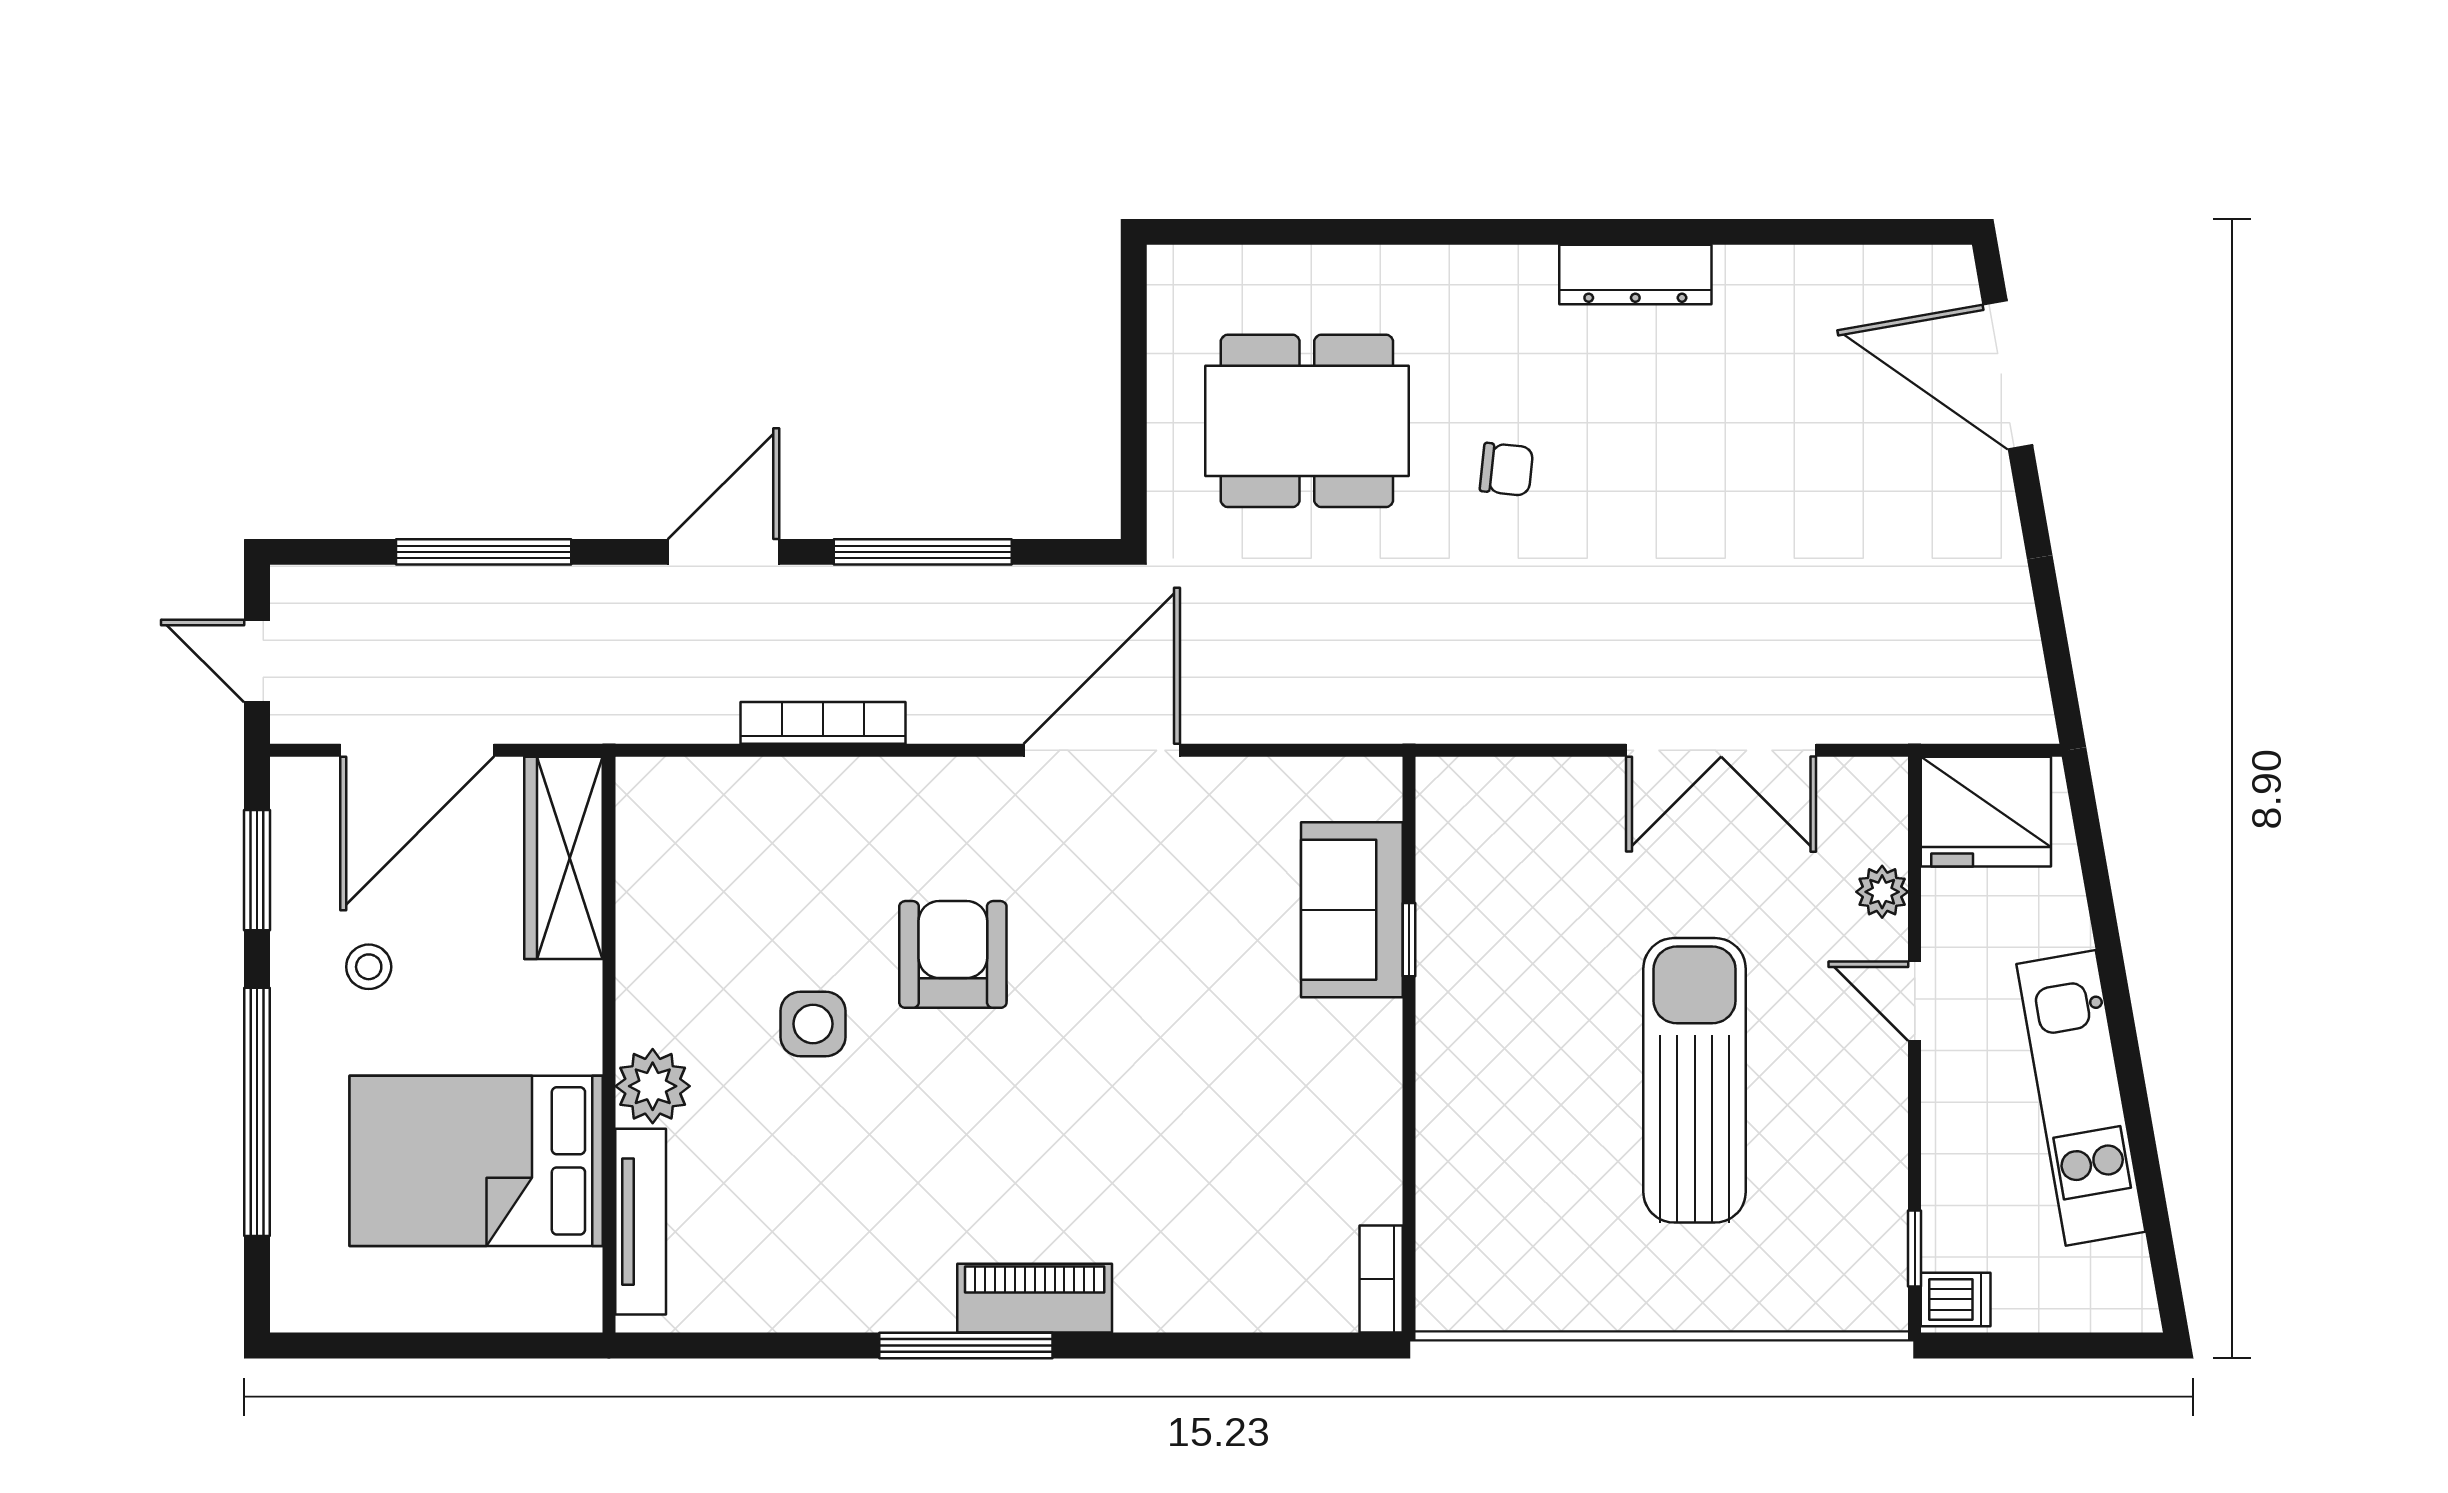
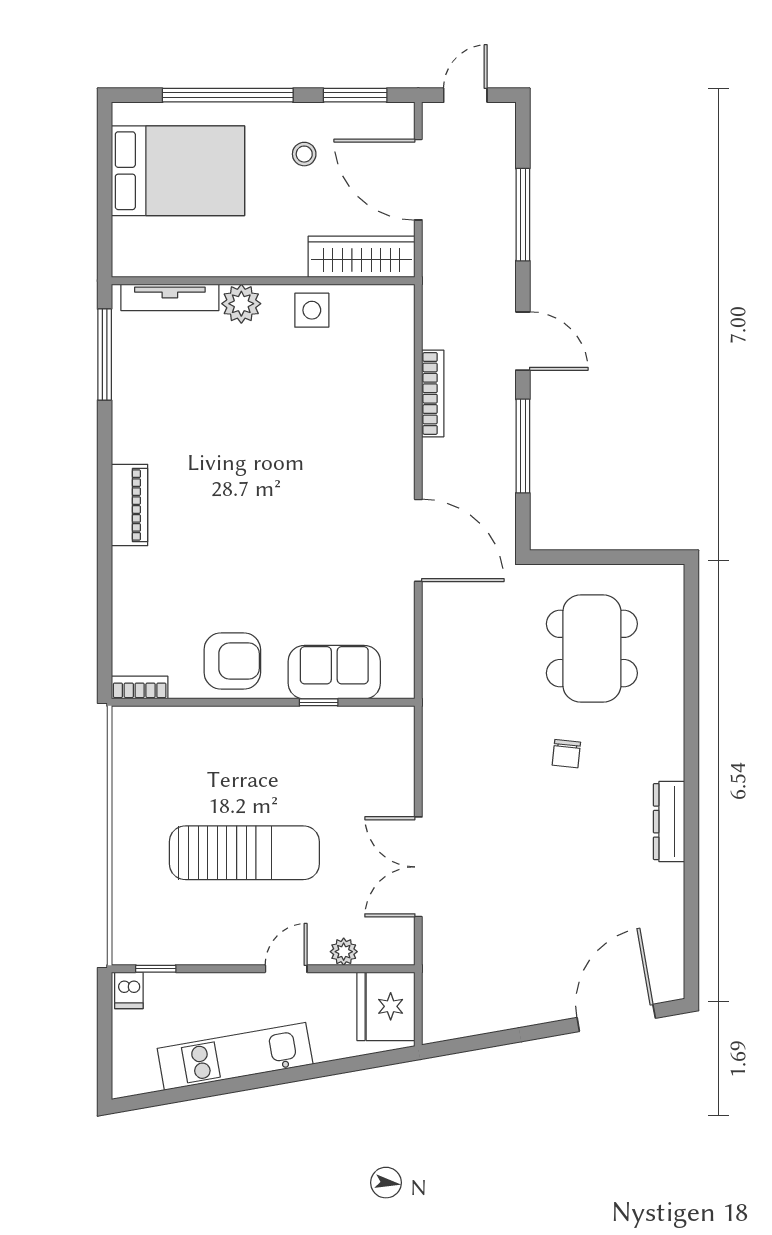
armchair: (953, 954) -> (232, 661), moved
side table: (813, 1024) -> (312, 310), moved
bed: (476, 1161) -> (178, 171), moved, turned 90
window: (966, 1346) -> (105, 355), moved

